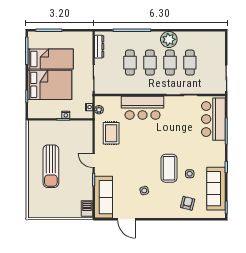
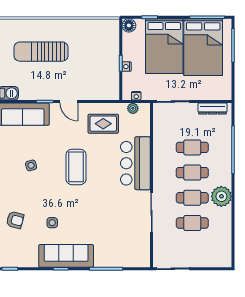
bed: (50, 59) -> (203, 47), width x1.50
floor lamp: (33, 113) -> (129, 25), added
bar counter: (213, 119) -> (121, 253), removed
door: (94, 161) -> (69, 102), swing flipped
sun lounger: (51, 166) -> (41, 52), moved
coffee table: (169, 168) -> (76, 167), moved, turned 90
sofa: (216, 189) -> (66, 256), moved

